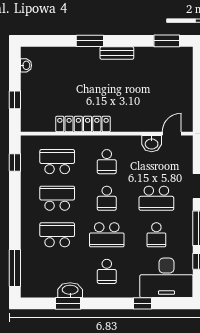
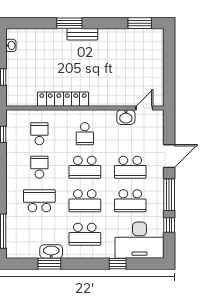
bench: (117, 53) -> (82, 34), moved
school desk: (57, 162) -> (39, 134), width x0.54
school desk: (57, 198) -> (39, 167), width x0.54
school desk: (107, 198) -> (85, 167), width x1.85
school desk: (156, 235) -> (130, 201), width x1.85
school desk: (107, 271) -> (85, 234), width x1.85

